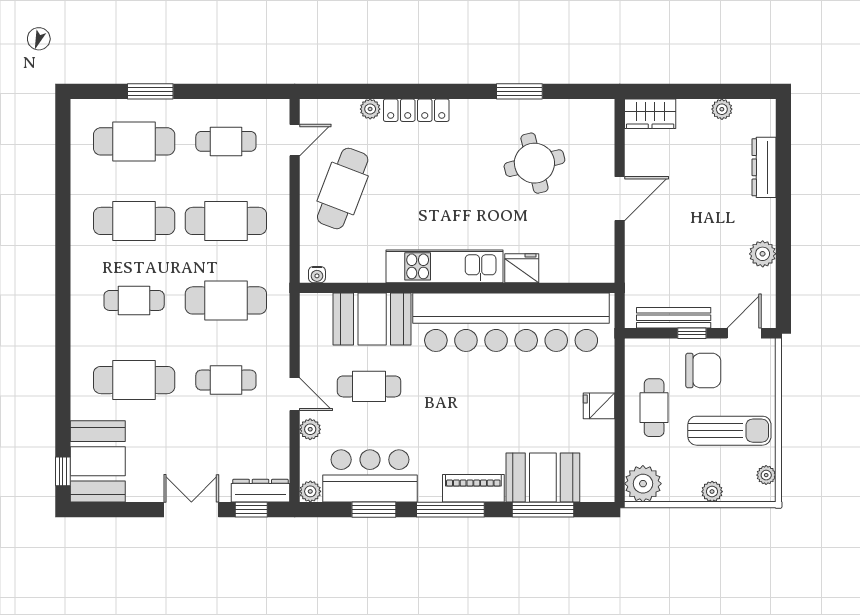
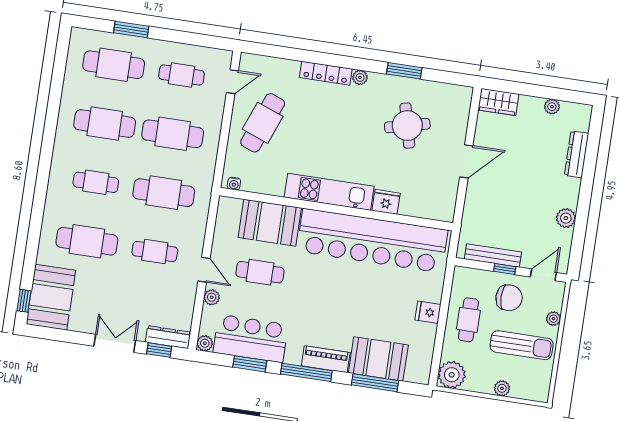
plant: (370, 109) -> (360, 77), moved
plant: (766, 475) -> (553, 319), moved

